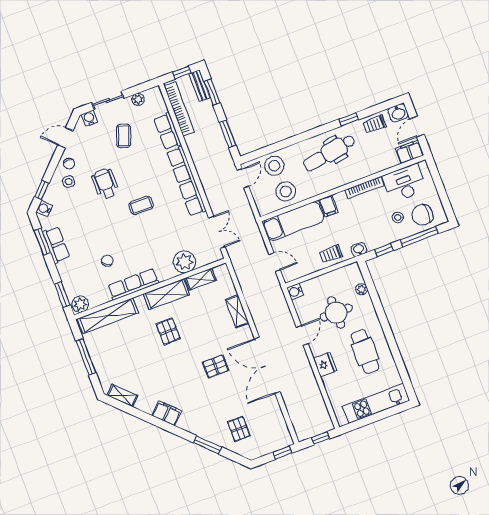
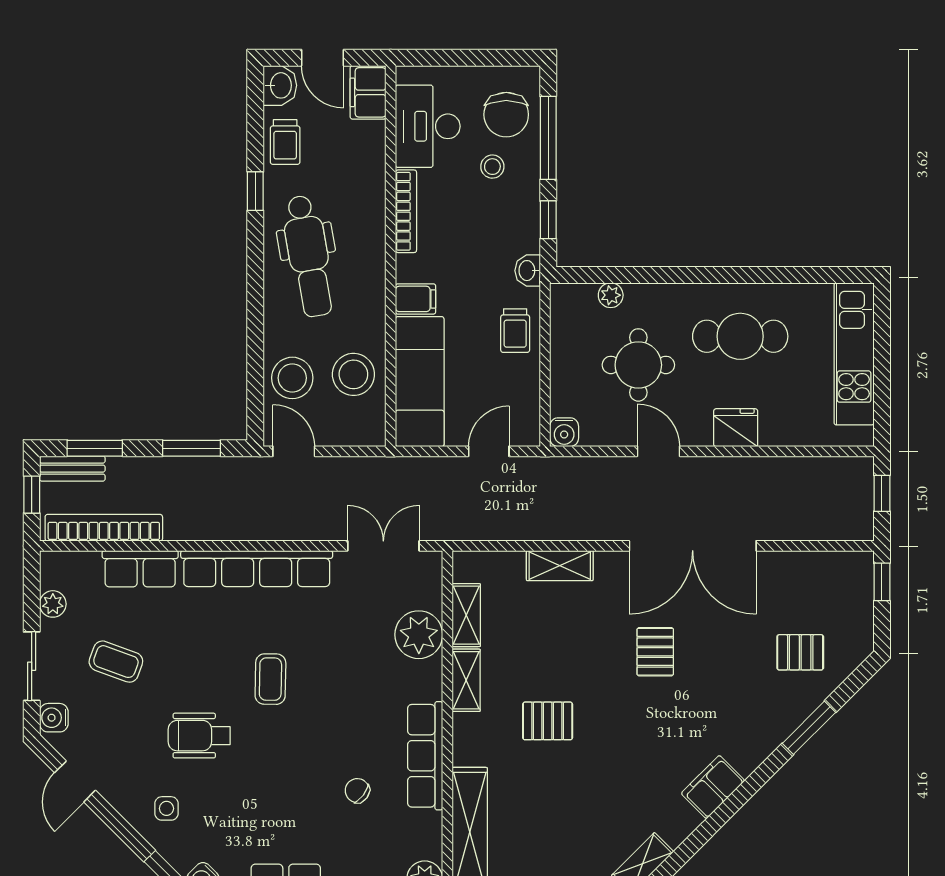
chair: (69, 164) -> (130, 794), removed
shelving: (166, 294) -> (466, 680), width x0.67, depth x0.75

